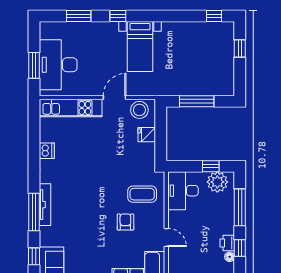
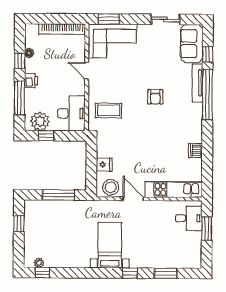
plant: (218, 27) -> (39, 263), added
window: (240, 48) -> (19, 224), moved
desk: (58, 65) -> (189, 218), width x0.53, depth x0.77
door: (115, 98) -> (133, 199), swing flipped
tv unit: (45, 205) -> (197, 83), moved
window: (34, 212) -> (207, 95), width x1.46
armchair: (125, 222) -> (155, 97), moved
printer: (227, 243) -> (31, 81), moved

